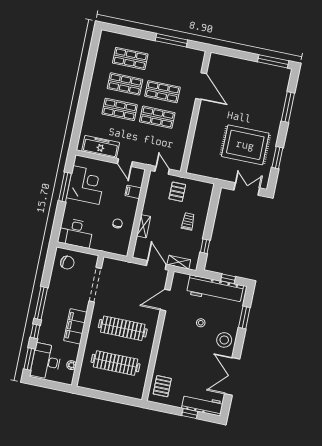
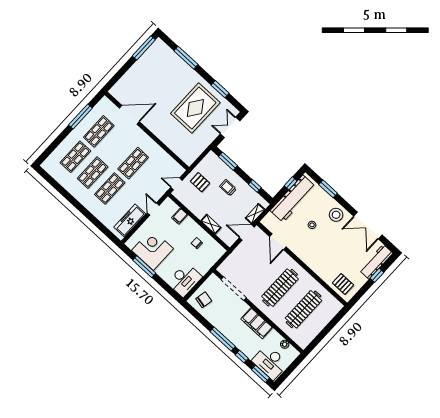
shop shelf: (163, 92) -> (99, 131), moved
door: (125, 163) -> (153, 209), swing flipped
window: (213, 206) -> (228, 161), added

